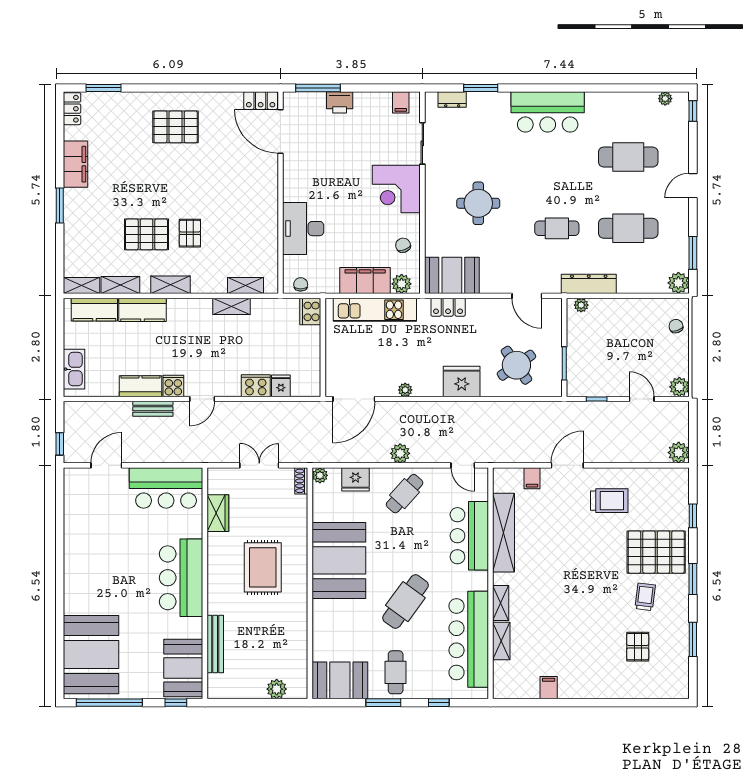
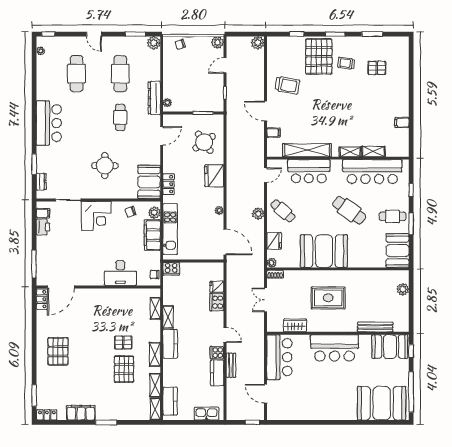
printer: (340, 102) -> (43, 227), moved
kitchen counter: (142, 310) -> (170, 344), moved
trolley: (609, 501) -> (287, 85), turned 100

